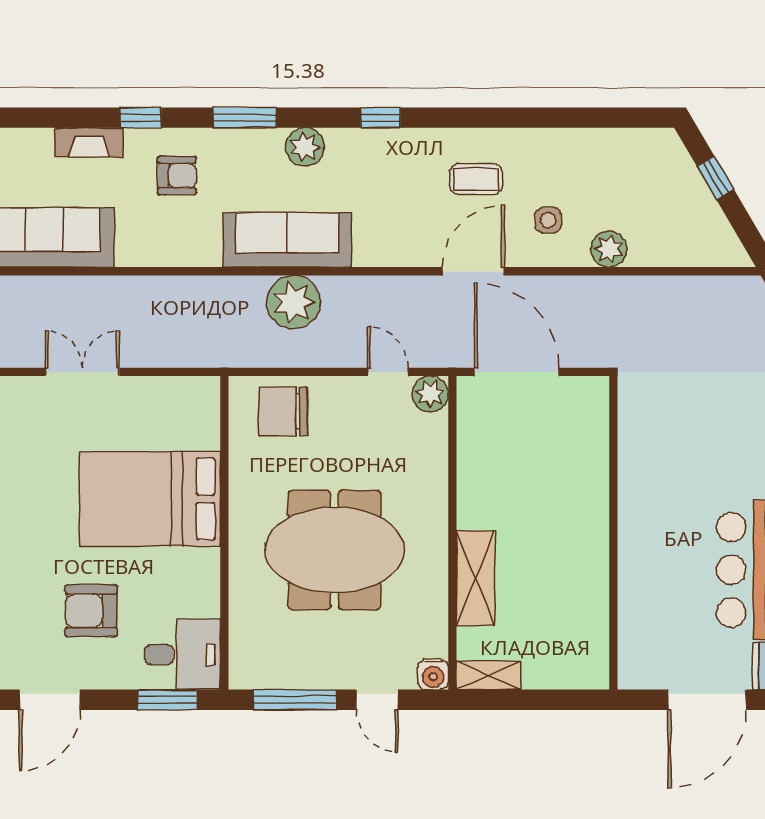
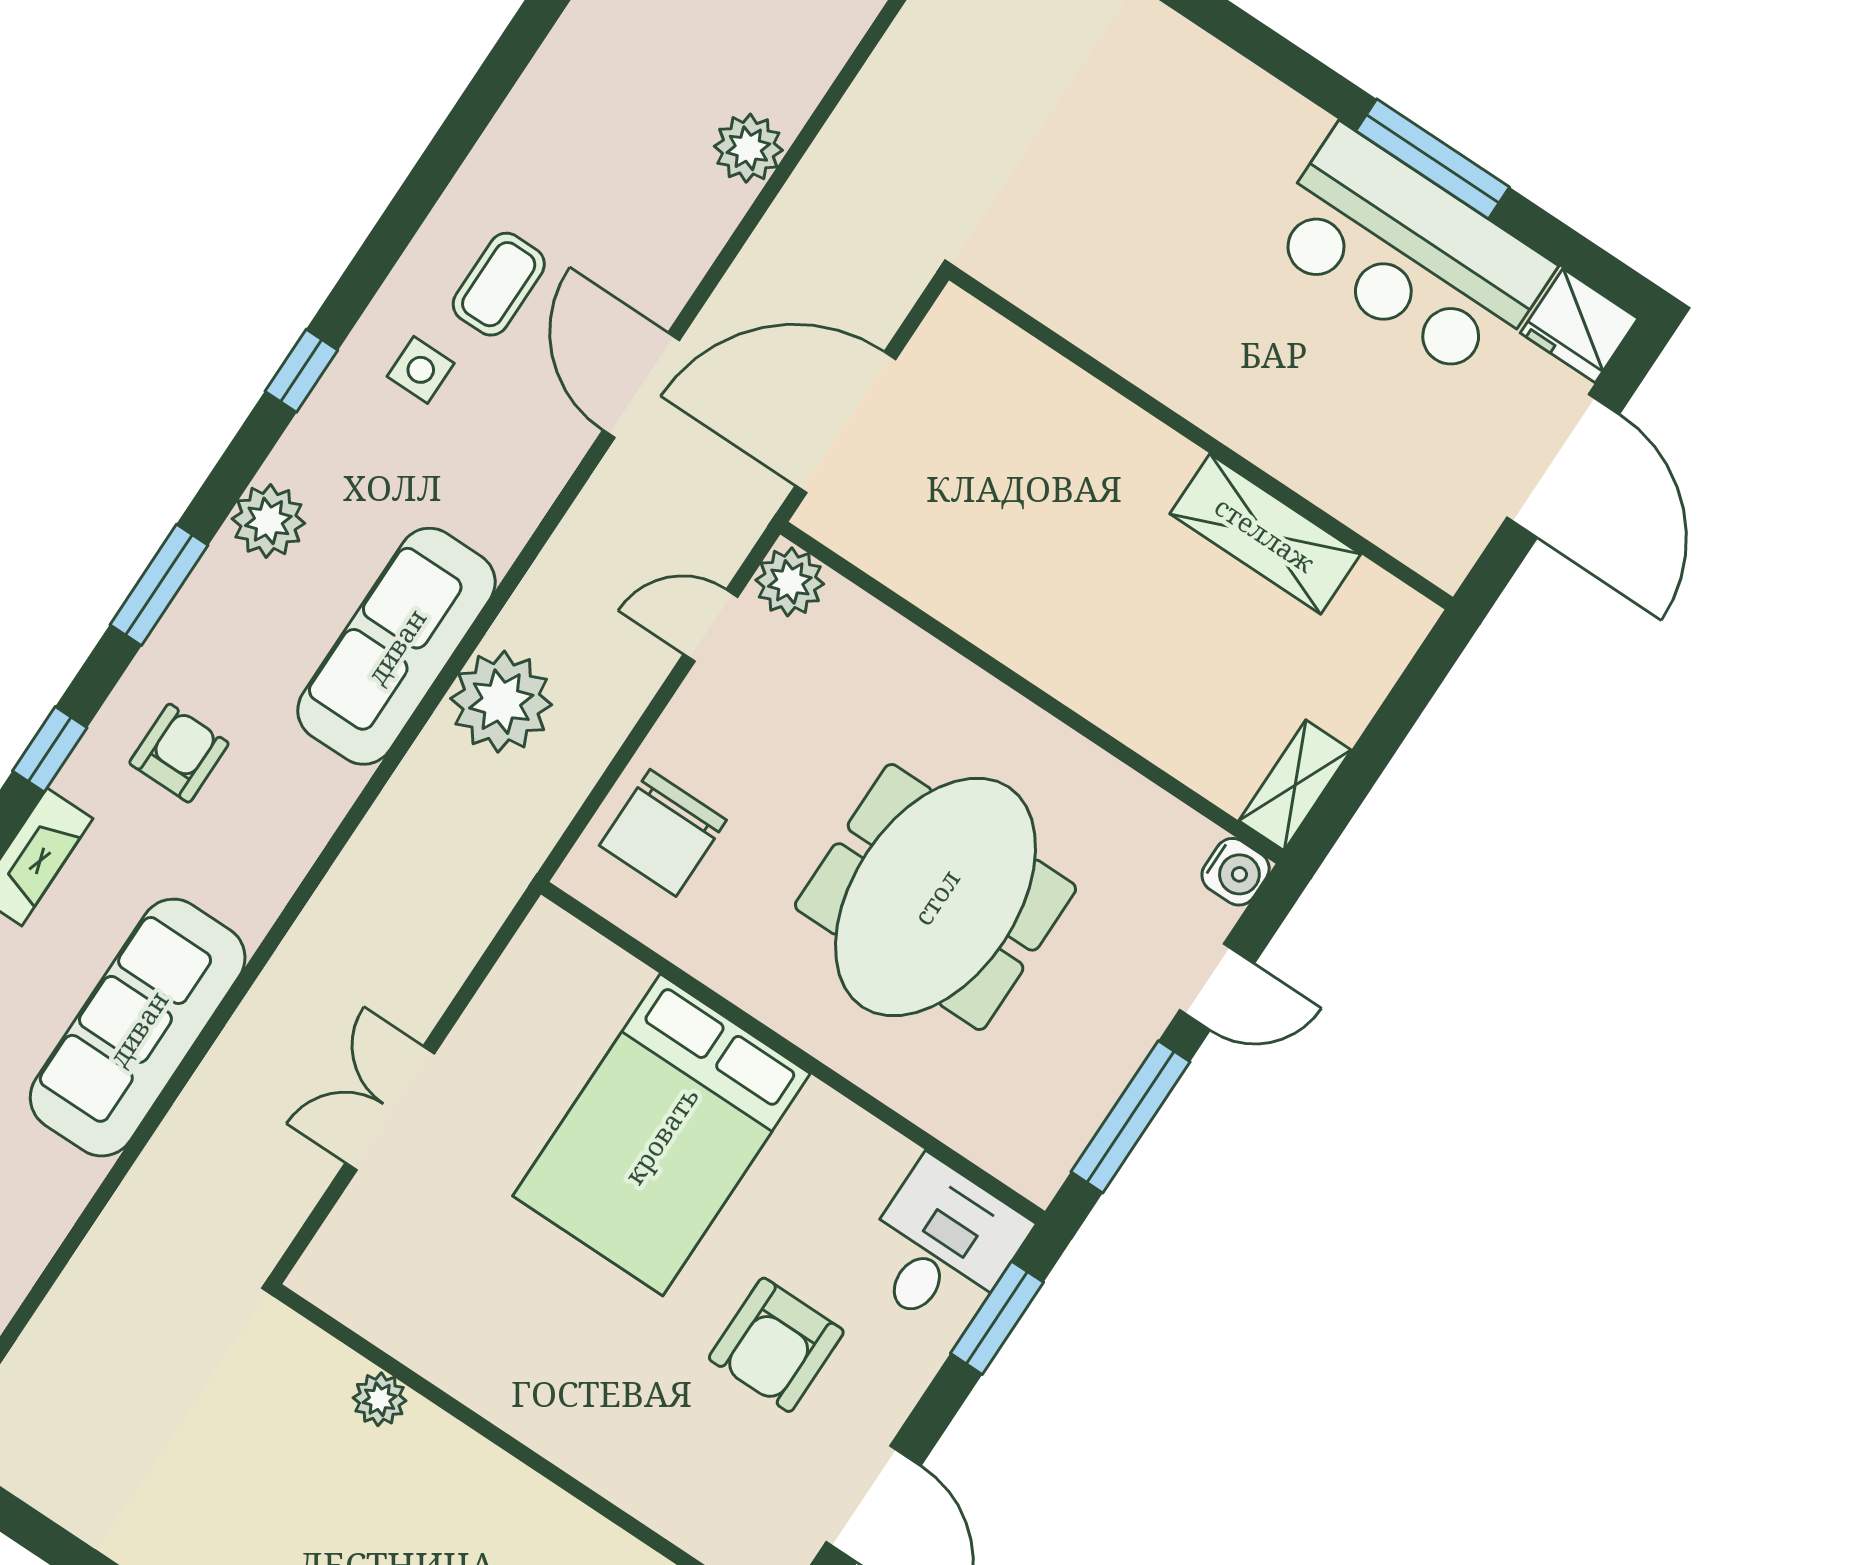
side table: (548, 220) -> (421, 370), moved
shelving: (476, 578) -> (1265, 534), moved

